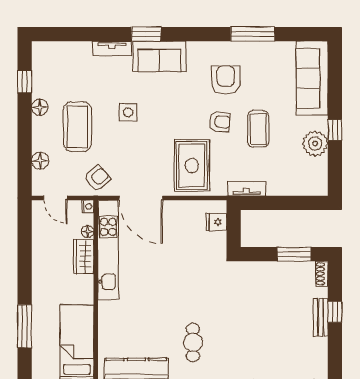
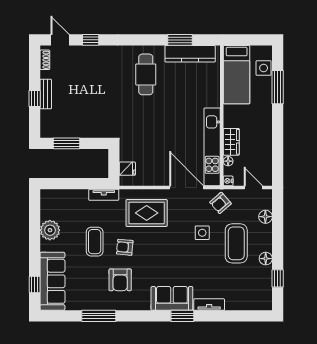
side table: (128, 112) -> (202, 233), moved
window: (335, 130) -> (35, 284), moved
rug: (192, 165) -> (147, 213), turned 90
shoe rack: (322, 274) -> (45, 60), moved
cafe table: (193, 342) -> (146, 74), width x1.37, depth x1.35
side table: (42, 351) -> (264, 68), added

